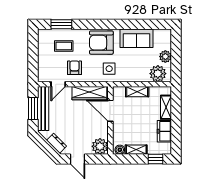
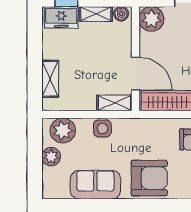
side table: (109, 69) -> (102, 128), moved
shelving: (137, 92) -> (114, 103), moved
freezer: (164, 131) -> (61, 17), moved, turned 90

